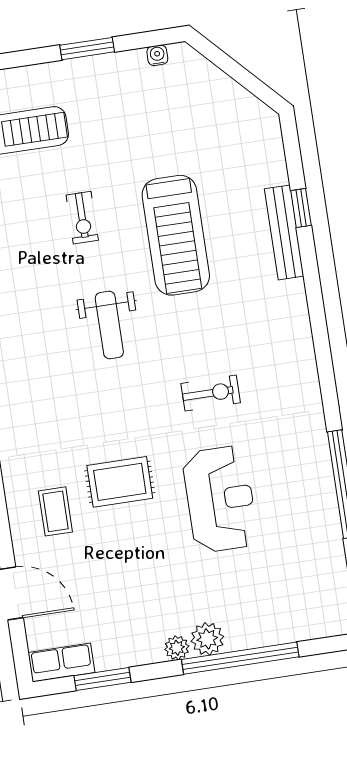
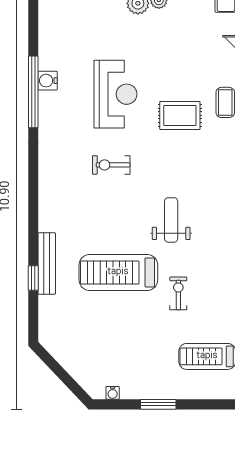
treadmill: (176, 235) -> (118, 272), turned -90
reception desk: (220, 499) -> (115, 94), turned 180
water cooler: (324, 504) -> (48, 81), added

